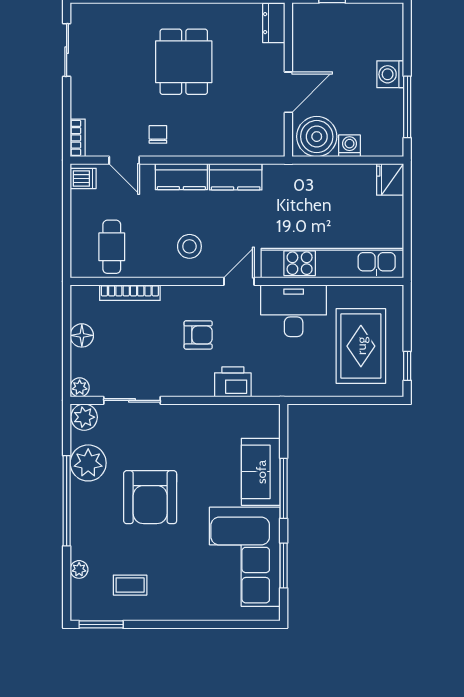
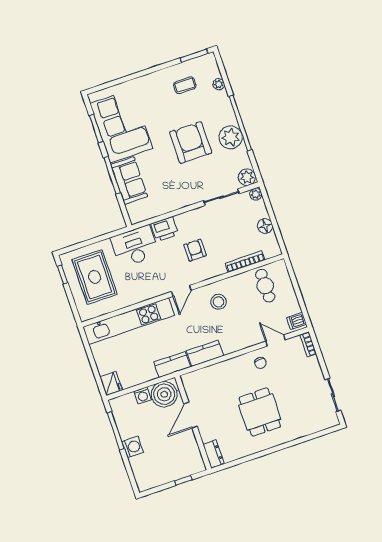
kitchen counter: (181, 177) -> (172, 365), moved
desk: (294, 311) -> (135, 246), moved, turned 180
armchair: (198, 335) -> (195, 250), turned 90
plant: (88, 463) -> (231, 137), moved

